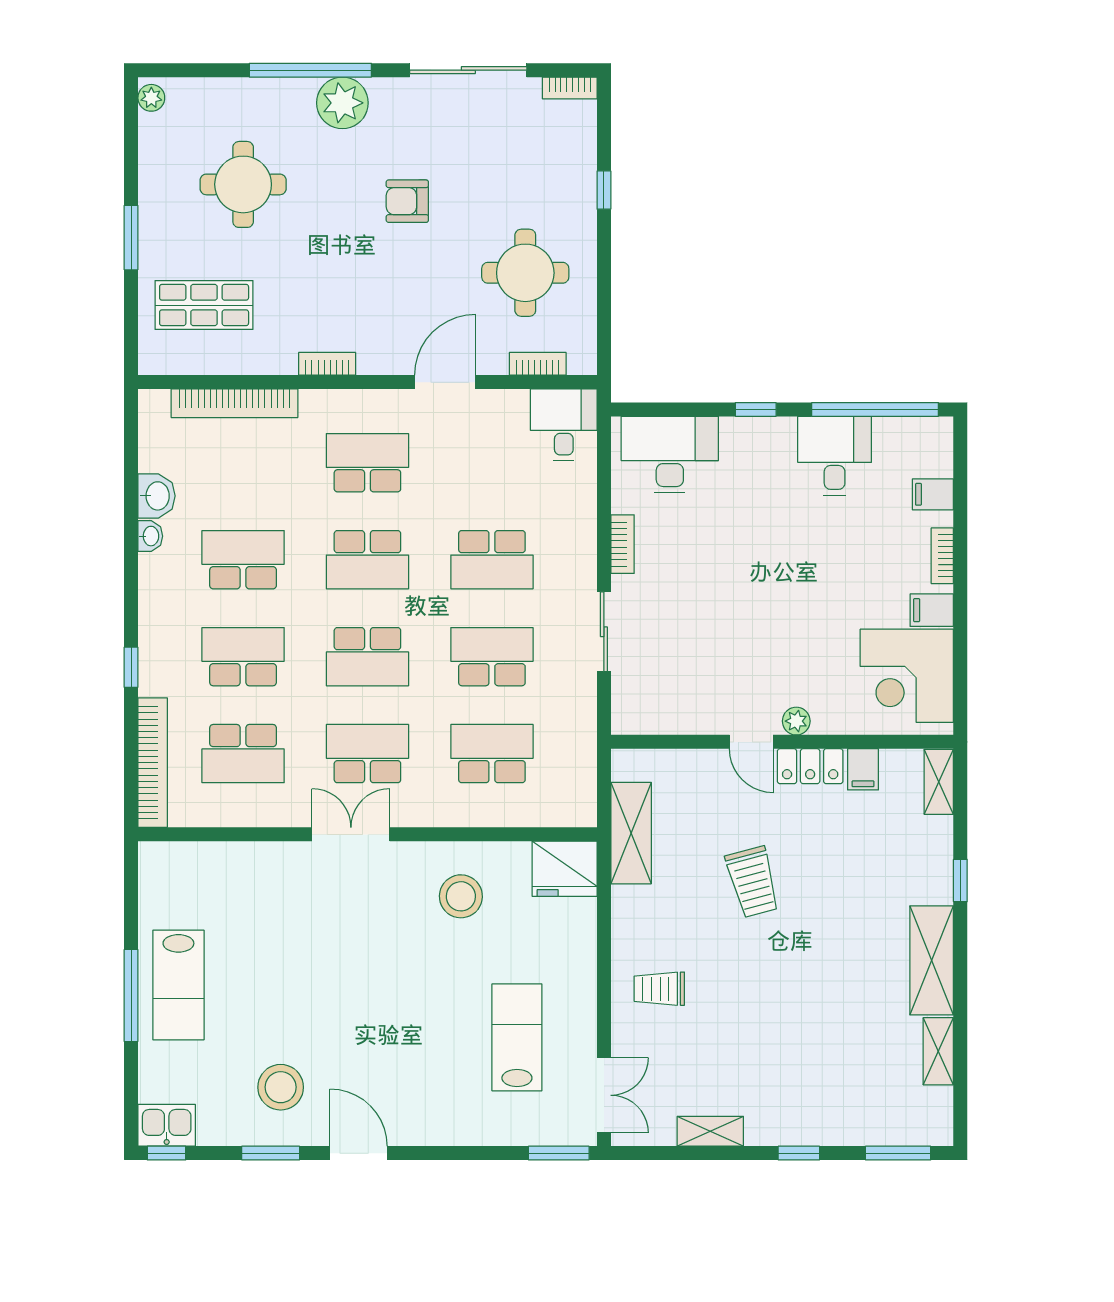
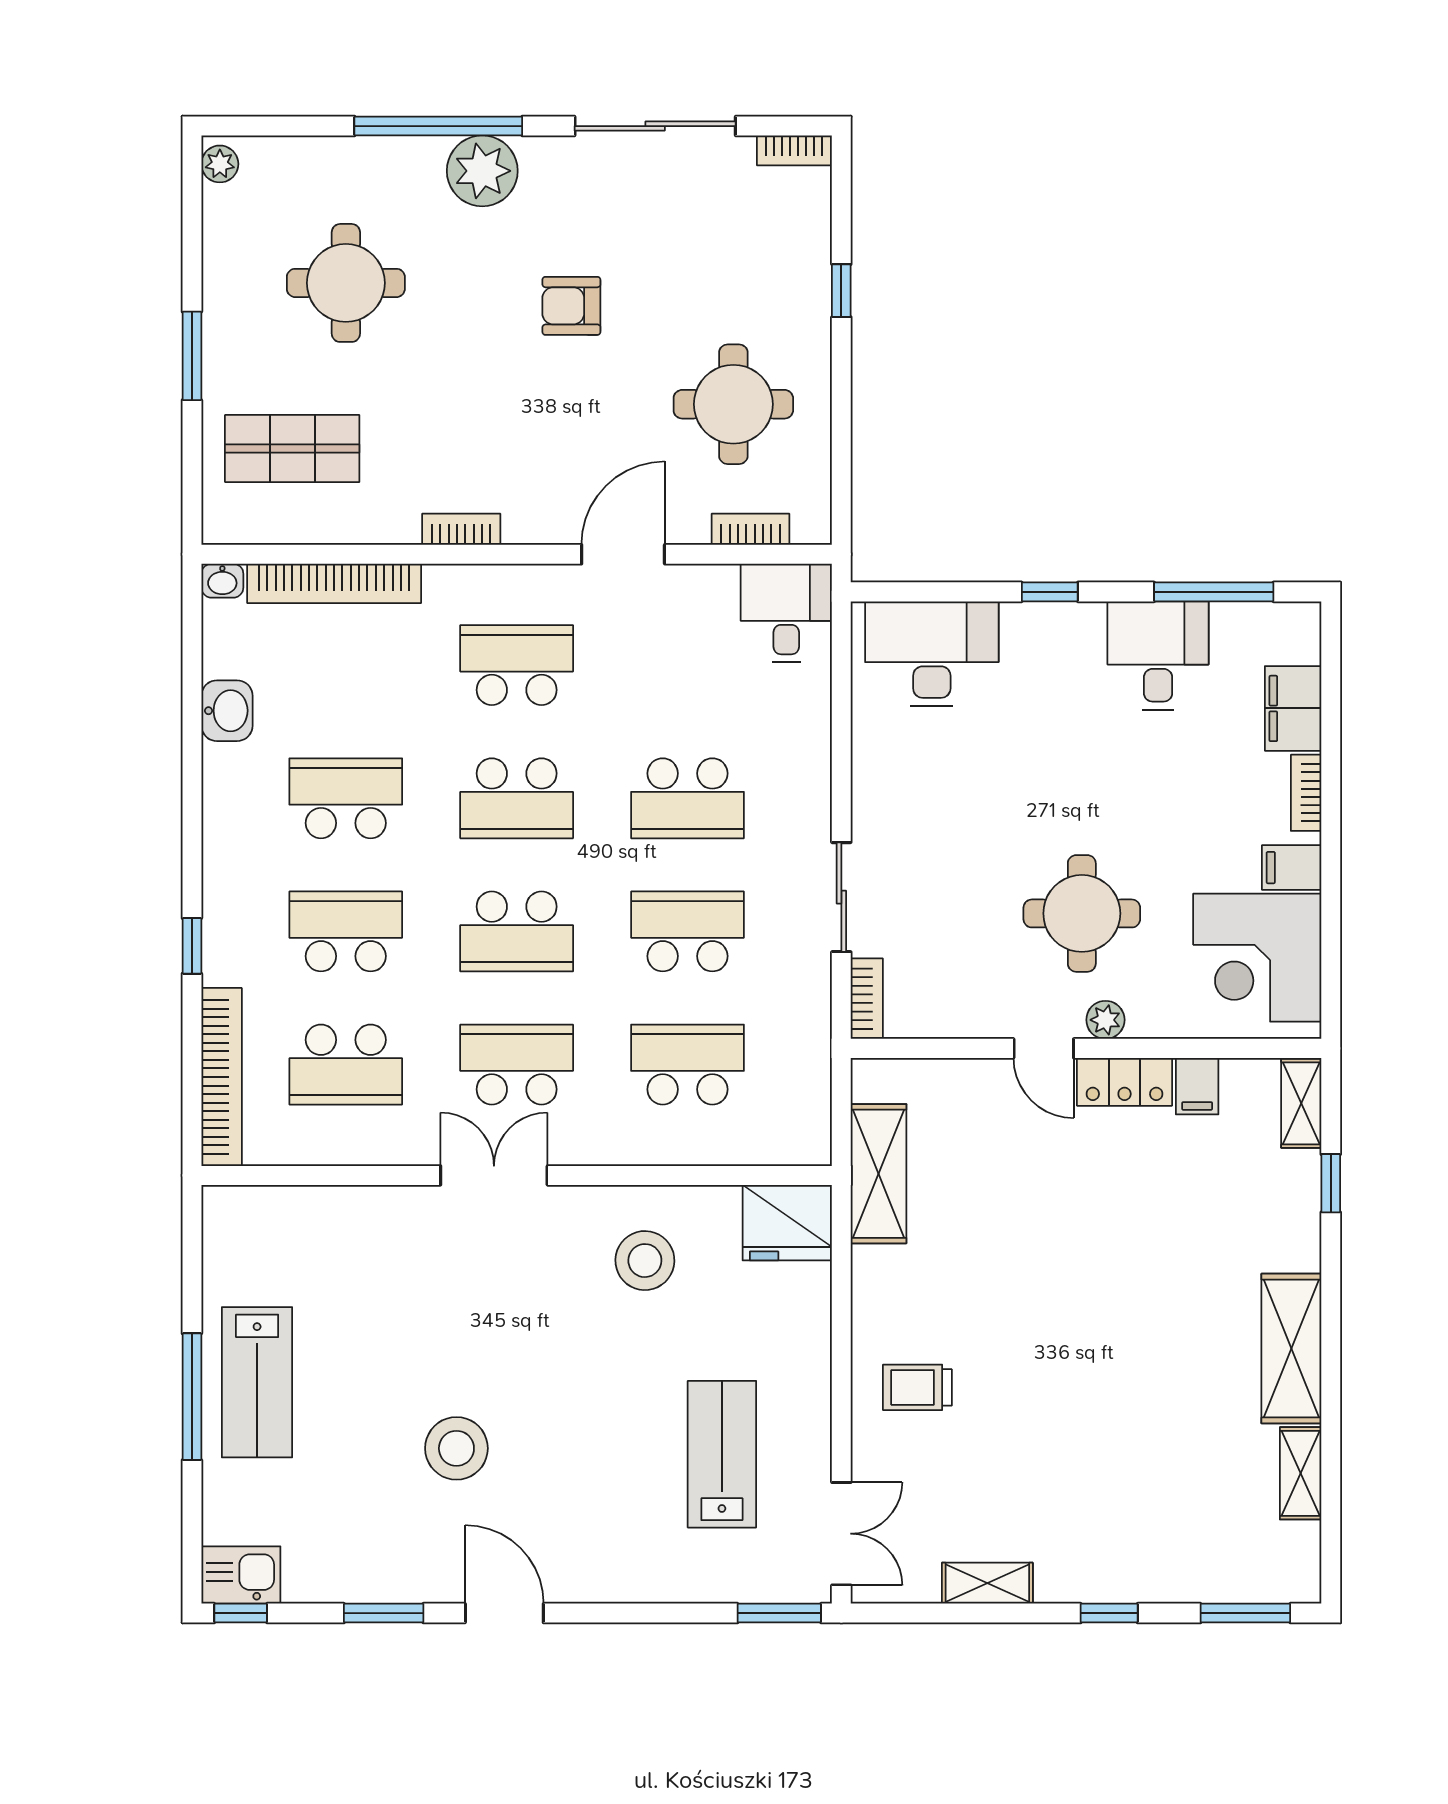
window: (875, 409) -> (1214, 592), width x0.68
filing cabinet: (933, 494) -> (1293, 708), width x2.00
washbasin: (150, 536) -> (222, 581), moved, turned 90
bookcase: (622, 544) -> (867, 999), moved
round table: (779, 644) -> (1082, 913), added
window: (960, 881) -> (1331, 1183), moved
trolley: (753, 882) -> (1046, 1241), removed
stool: (281, 1087) -> (456, 1448), moved

